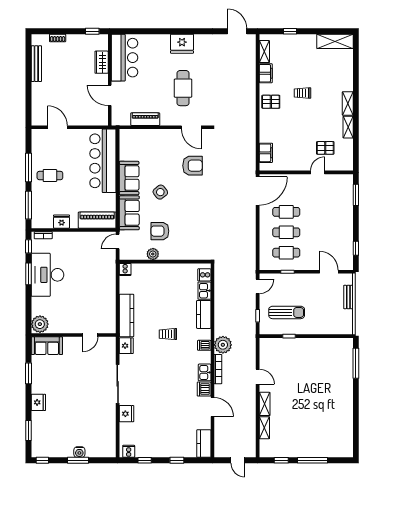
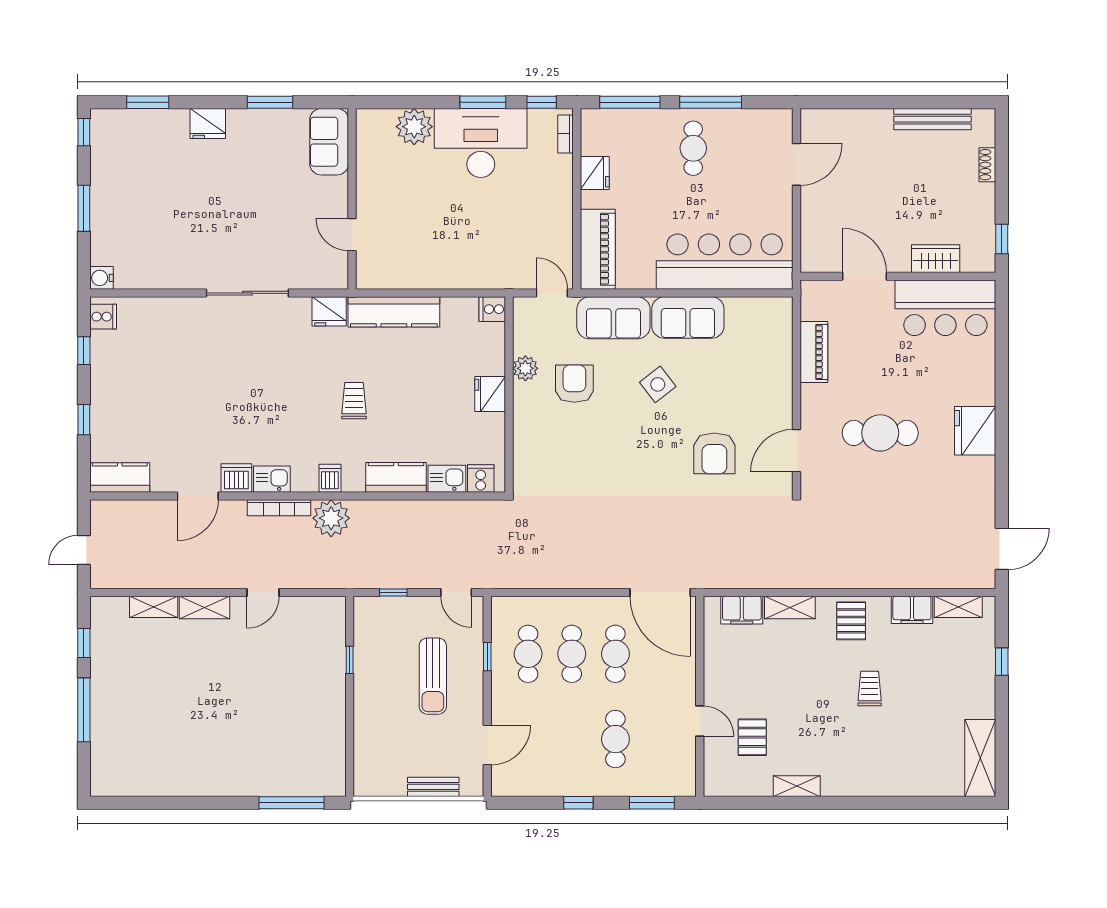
door: (110, 95) -> (865, 276), hinge flipped
shelving: (348, 103) -> (790, 608), moved
cafe table: (326, 212) -> (615, 739), added
window: (356, 248) -> (578, 803), moved
sun lounger: (287, 312) -> (433, 676), moved
plant: (40, 324) -> (414, 127), moved
fridge: (126, 414) -> (490, 394), moved, turned 90
water cooler: (79, 452) -> (102, 278), moved

